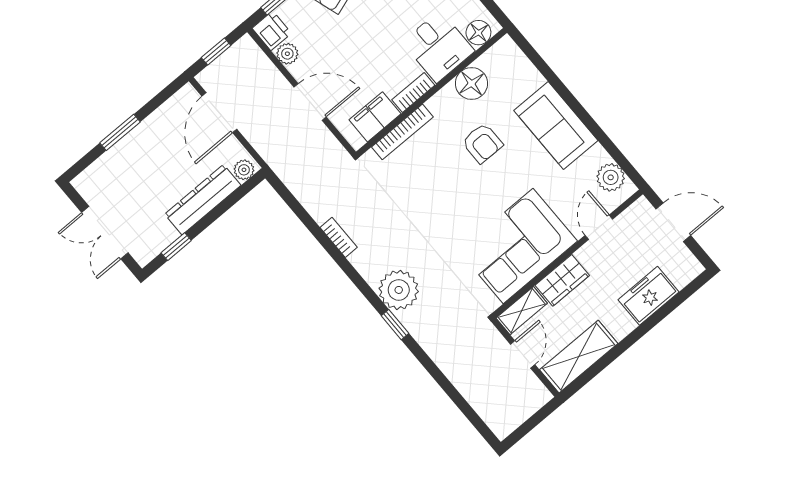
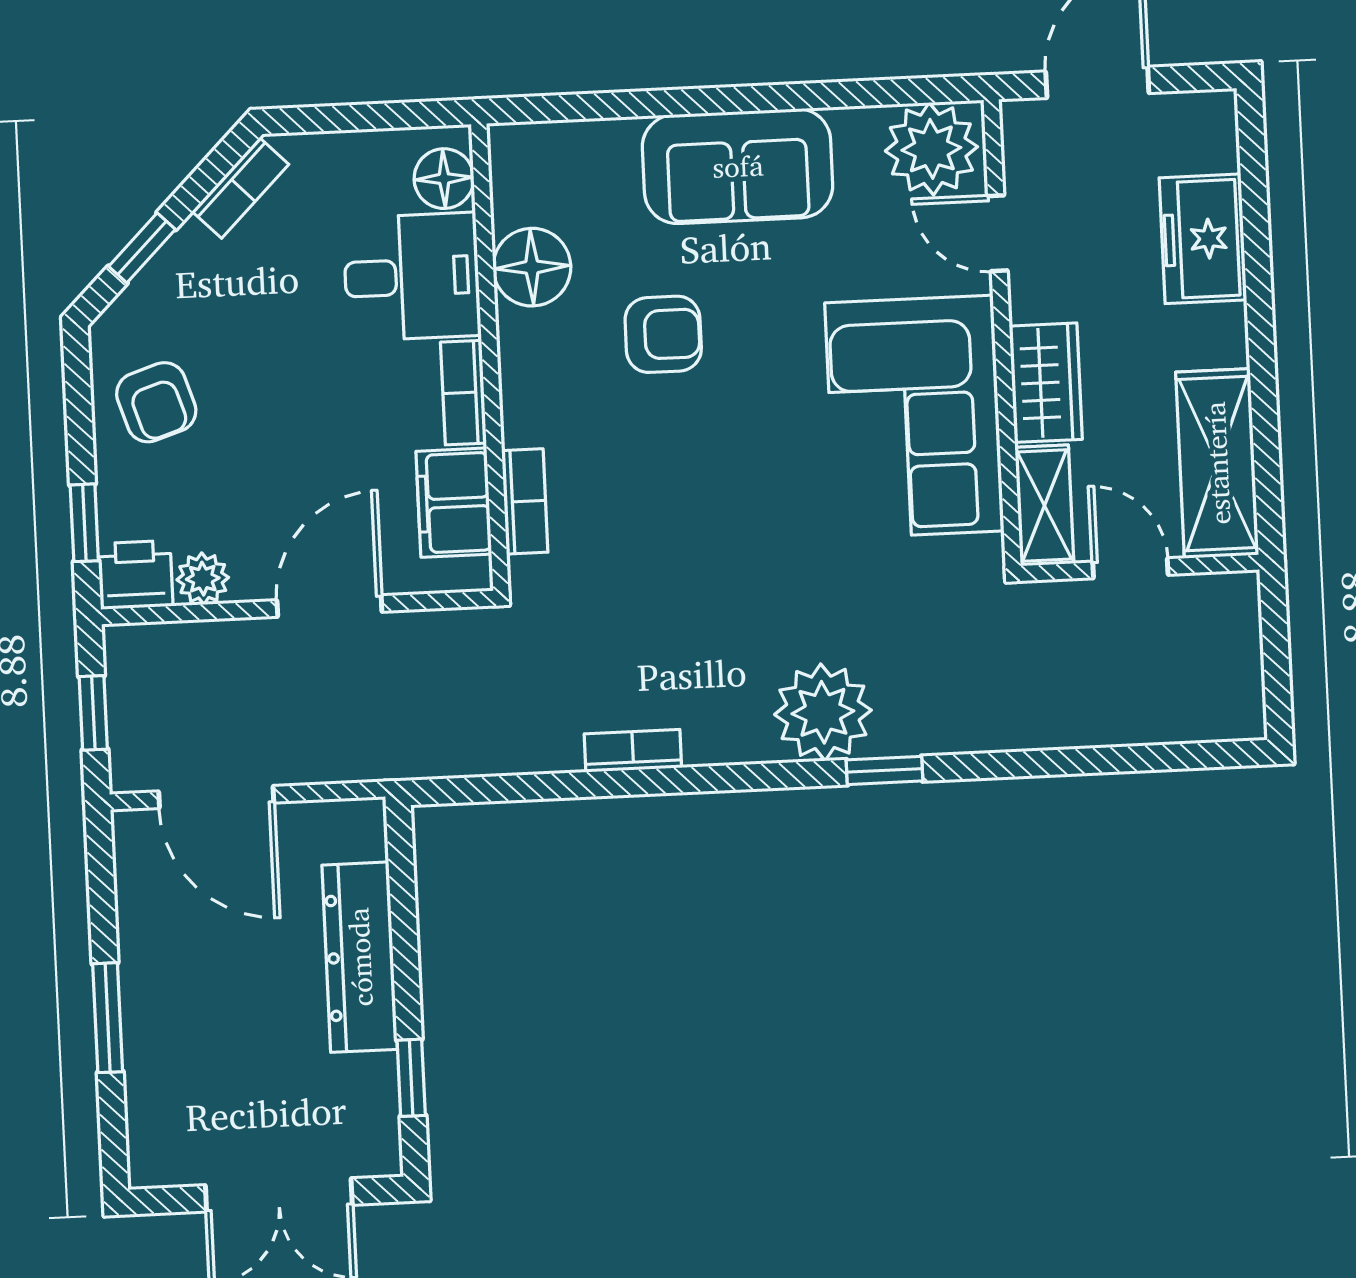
bookcase: (402, 132) -> (525, 501), width x0.64
plant: (244, 170) -> (363, 834), removed
plant: (611, 177) -> (931, 149), width x1.36, depth x1.36

